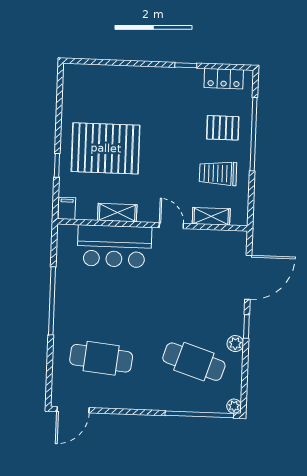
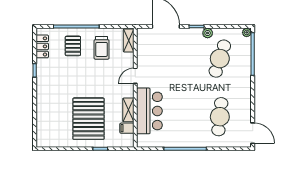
filing cabinet: (67, 208) -> (127, 128), moved
shelving: (211, 216) -> (129, 40), moved

